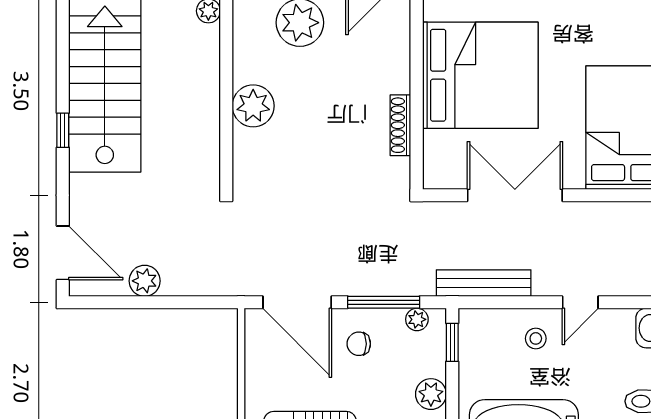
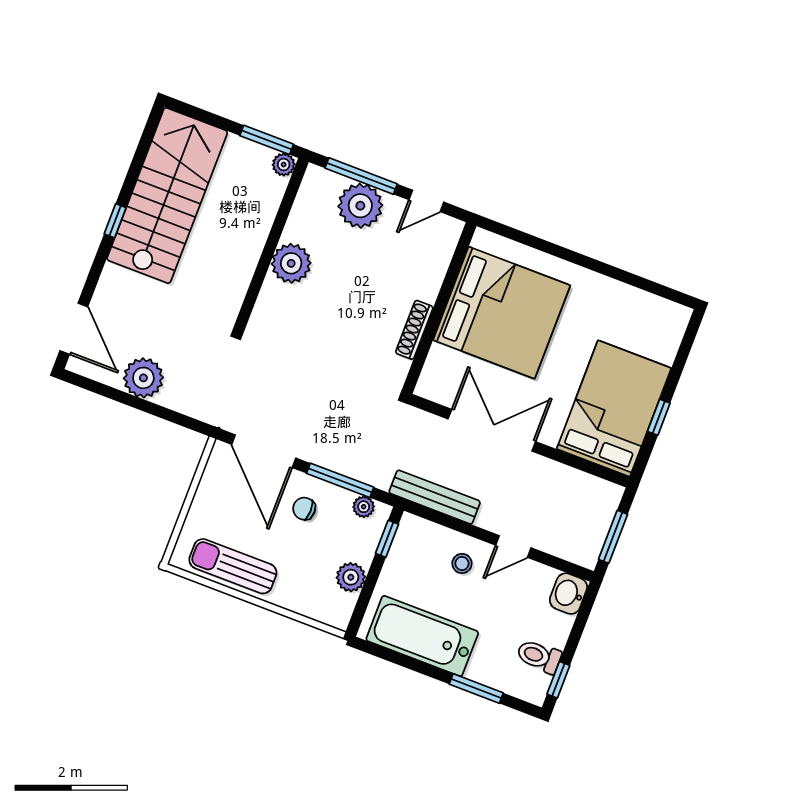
plant: (145, 281) -> (143, 378), width x1.36, depth x1.36

